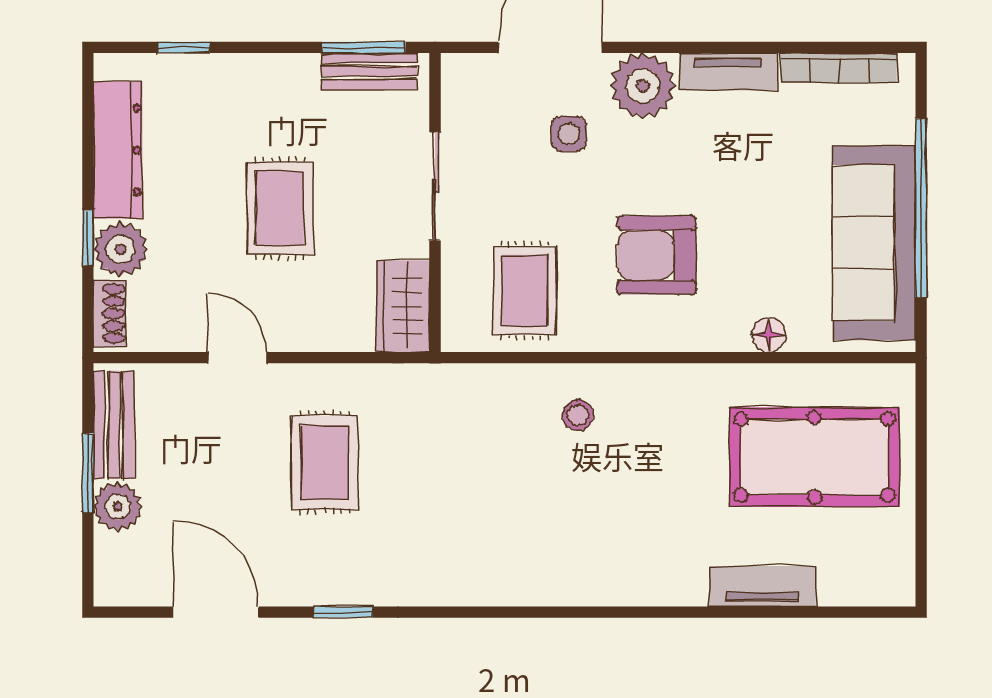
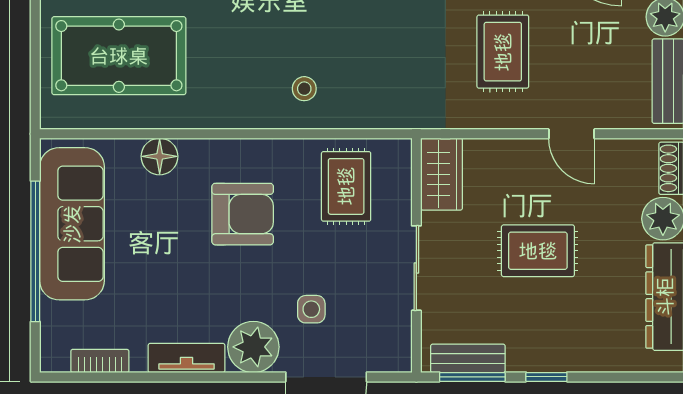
window: (183, 47) -> (546, 377), moved
bookcase: (839, 68) -> (100, 361), width x0.64
rug: (280, 208) -> (538, 251), turned 90
floor lamp: (769, 335) -> (160, 156), width x1.37, depth x1.37

